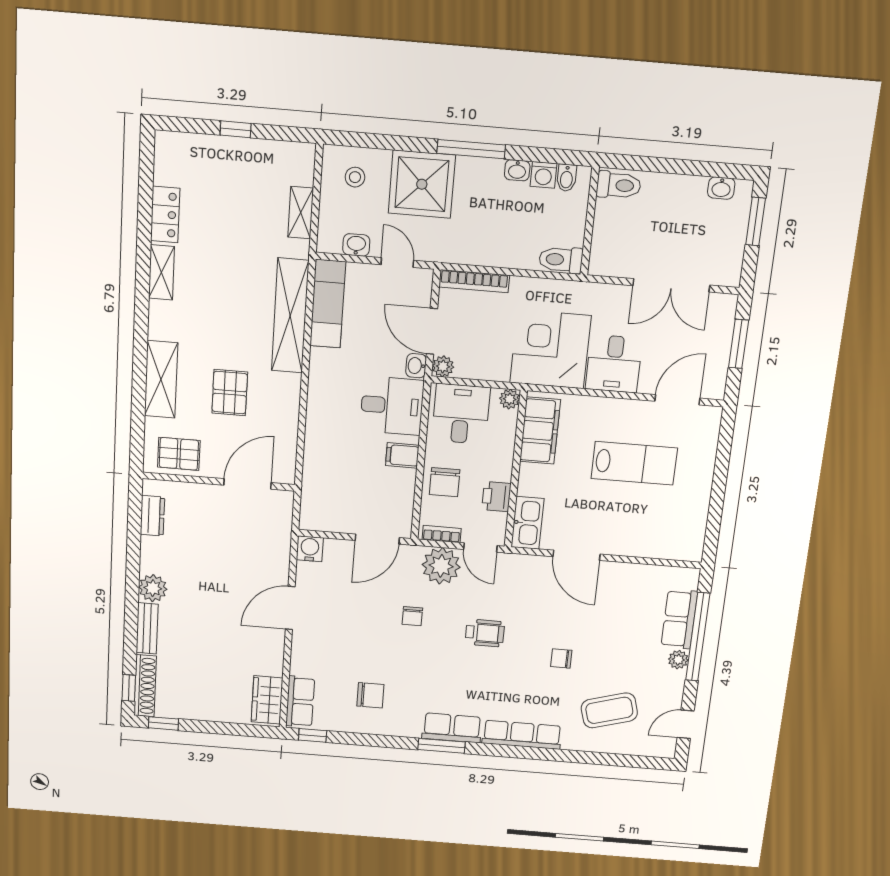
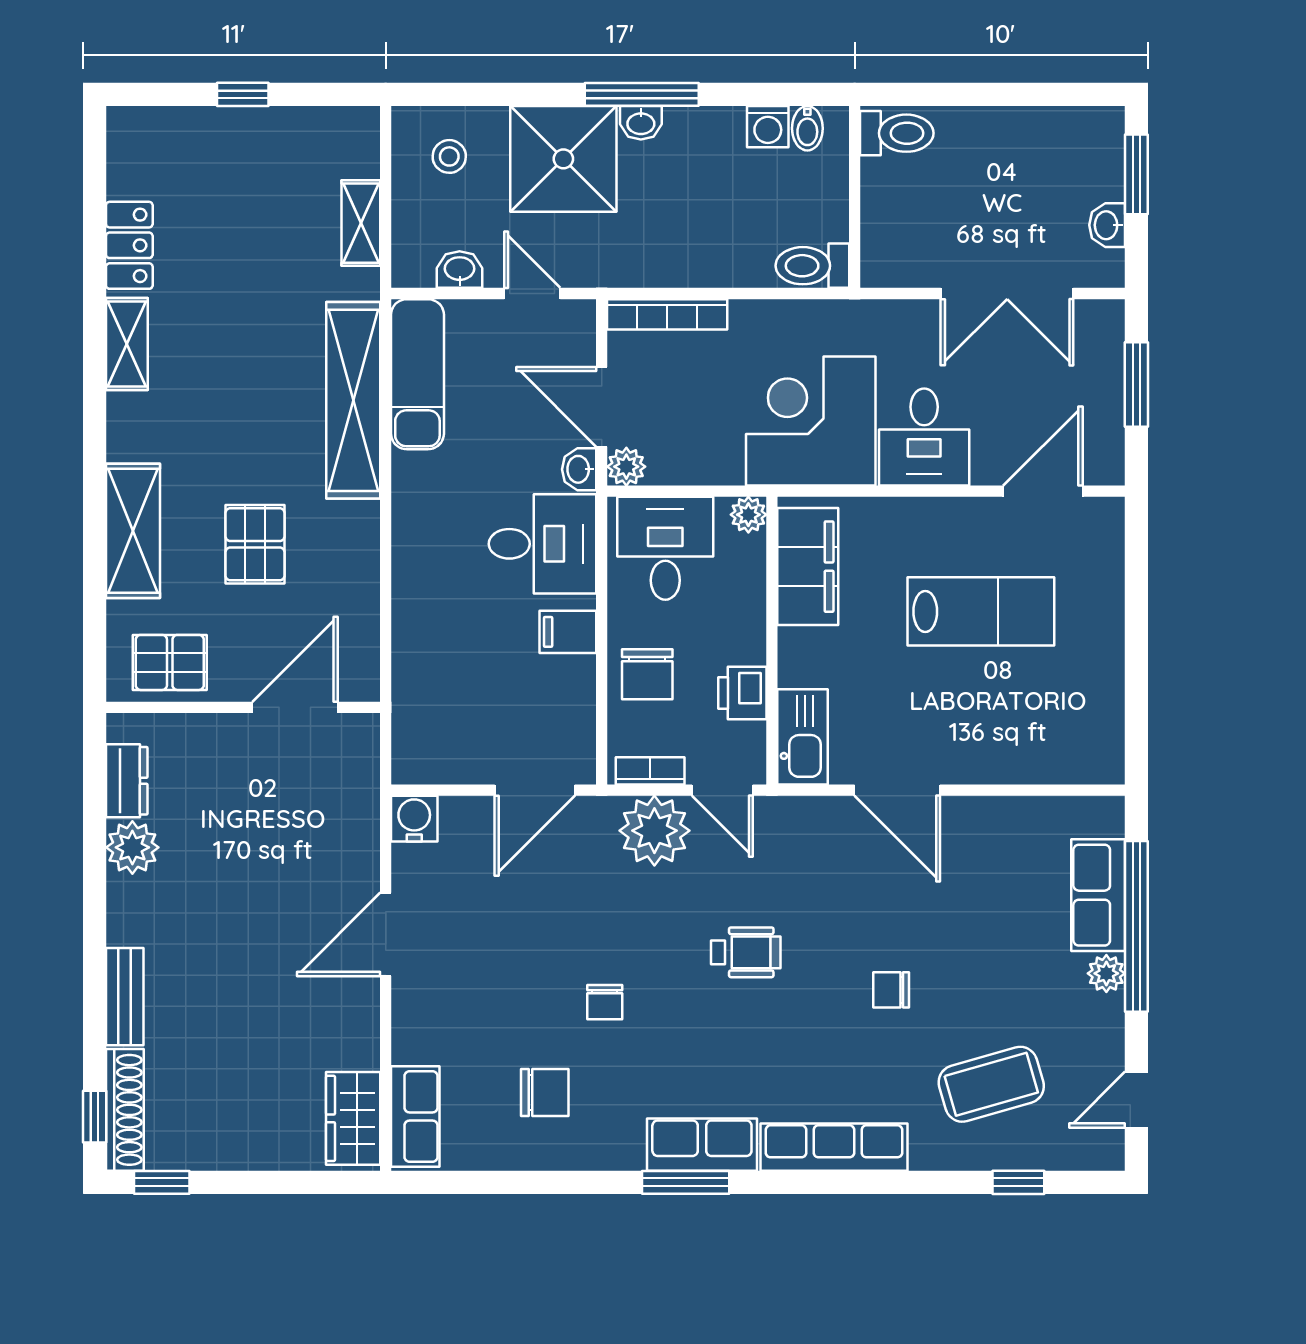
washbasin: (517, 170) -> (641, 123), moved
washbasin: (721, 188) -> (1107, 225), moved, turned 90
plant: (153, 588) -> (132, 847), moved
chair: (412, 616) -> (605, 1002), moved
window: (313, 735) -> (1018, 1182), moved

